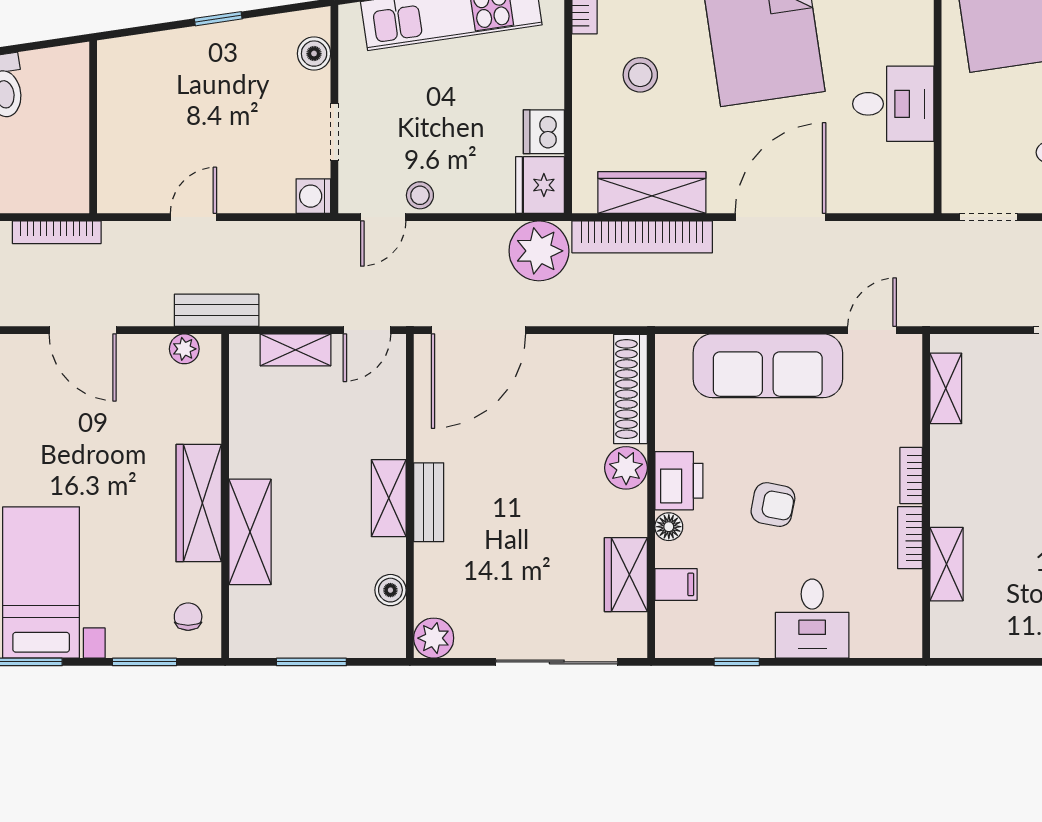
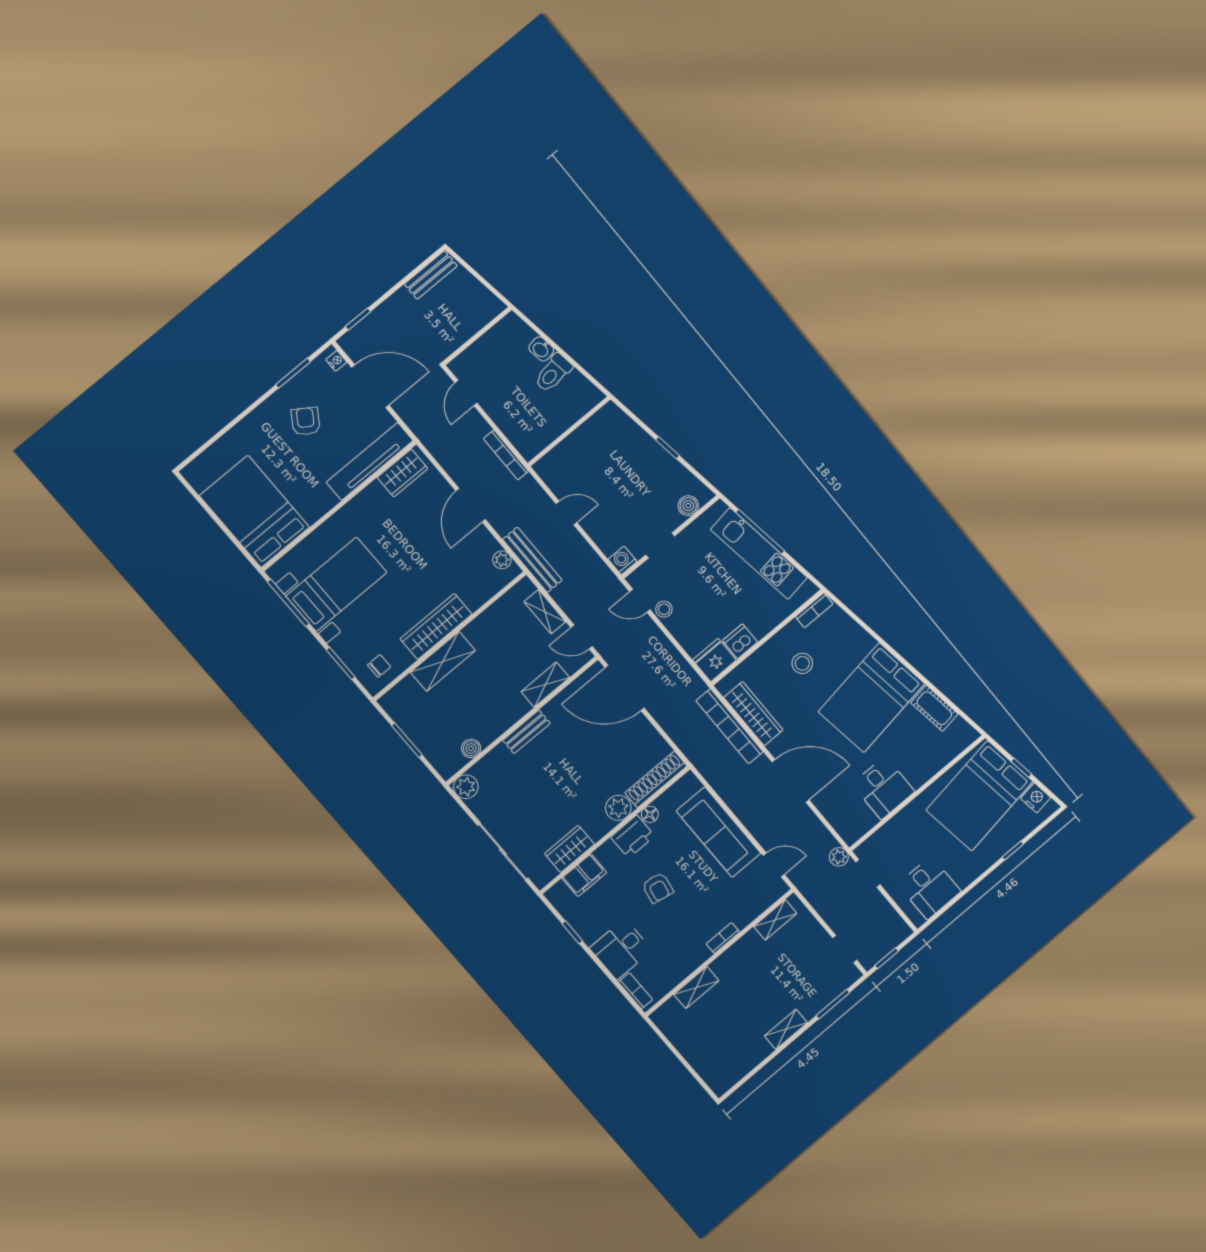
plant: (539, 251) -> (839, 857), moved, width x0.53, depth x0.53
bench: (217, 310) -> (532, 560), width x1.36
shelving: (389, 498) -> (545, 685), moved
floor lamp: (669, 527) -> (650, 814), moved
bookcase: (910, 538) -> (635, 991), moved, turned 90
filing cabinet: (676, 584) -> (584, 875), width x2.00

